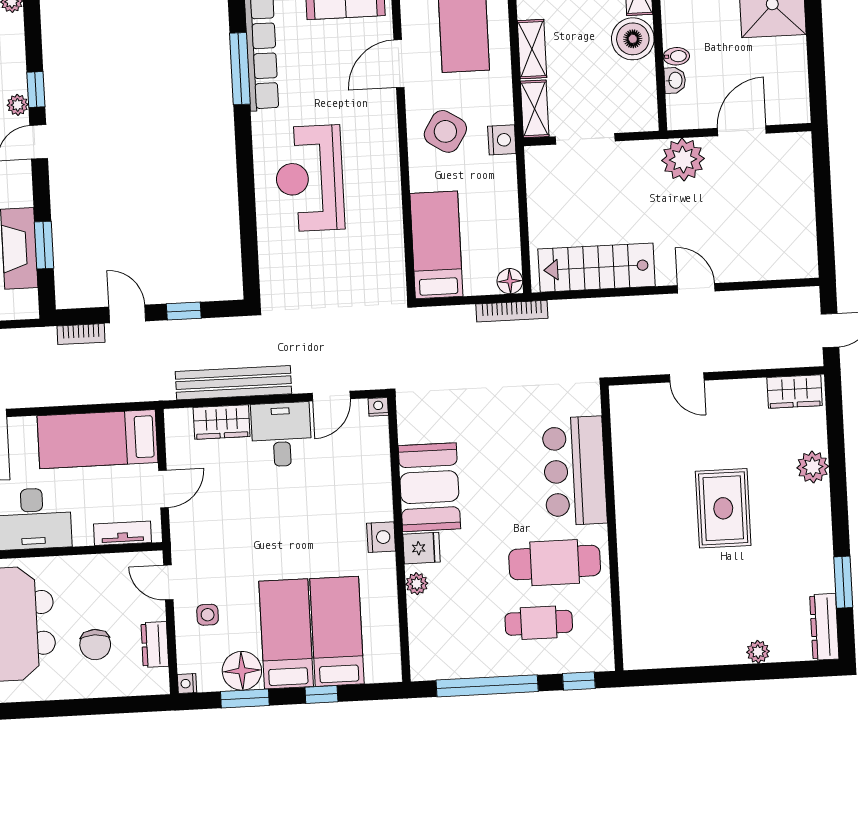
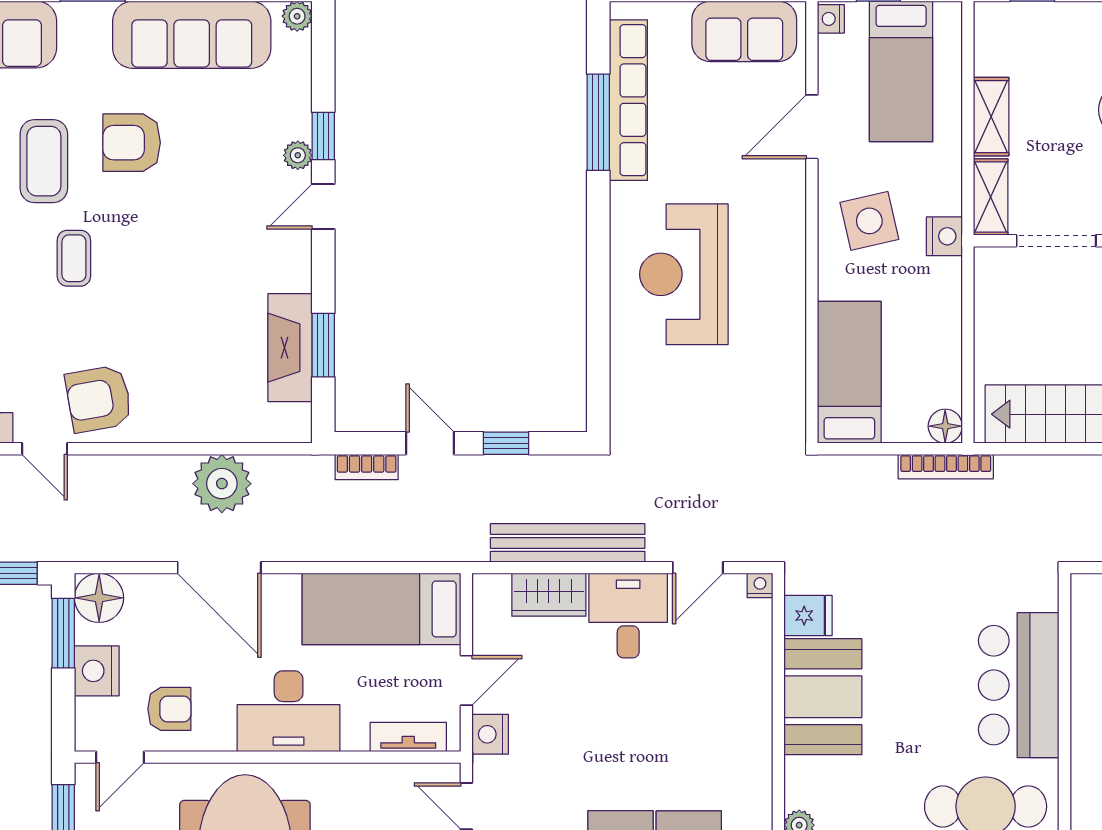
side table: (445, 131) -> (869, 221), turned 45
nightstand: (381, 537) -> (490, 734), moved, turned 180
fridge: (421, 548) -> (808, 616), moved

